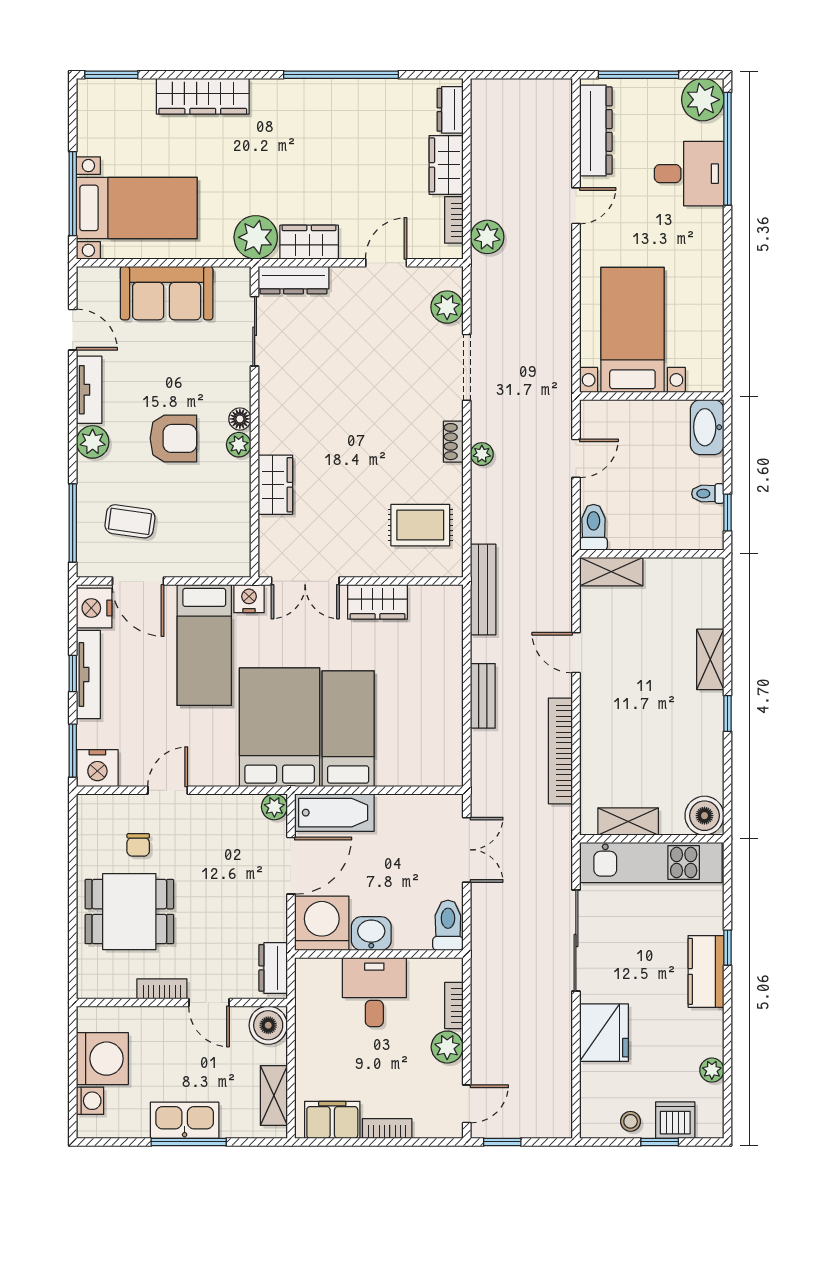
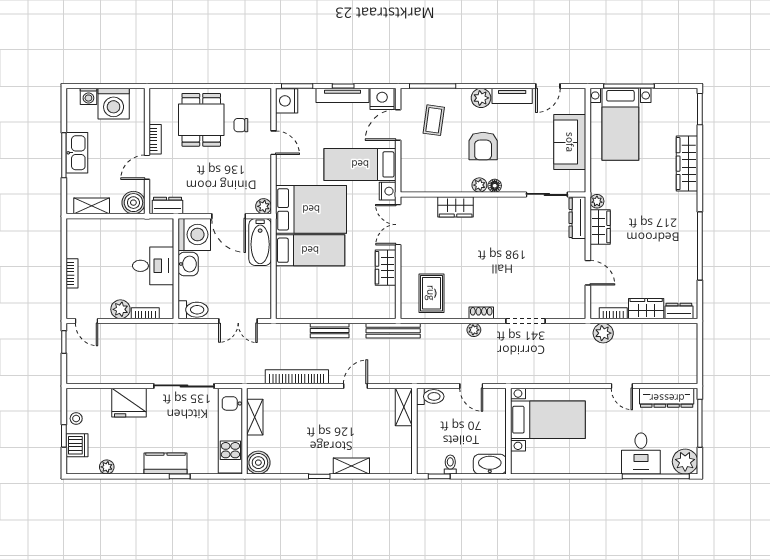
plant: (256, 237) -> (597, 201), width x0.53, depth x0.53
plant: (447, 307) -> (561, 309), removed
filing cabinet: (332, 1120) -> (77, 241), removed

